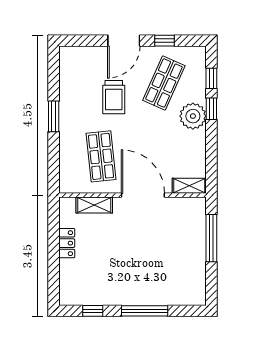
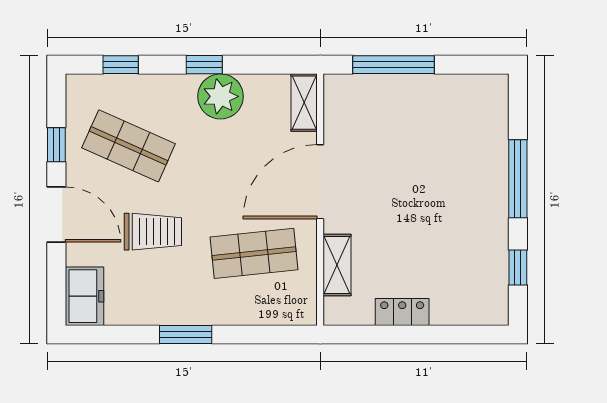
freezer: (76, 57) -> (84, 296), added
window: (211, 109) -> (204, 65), moved
plant: (193, 116) -> (220, 96), moved

